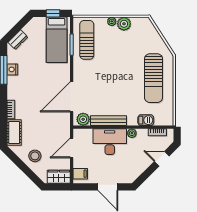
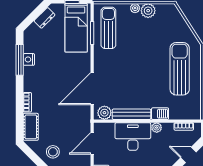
dresser: (18, 40) -> (45, 18), moved
sun lounger: (154, 78) -> (180, 69), turned 180
barbecue: (146, 120) -> (160, 114), moved

